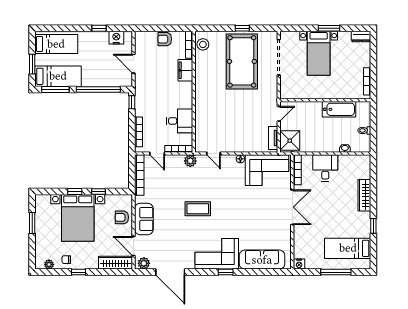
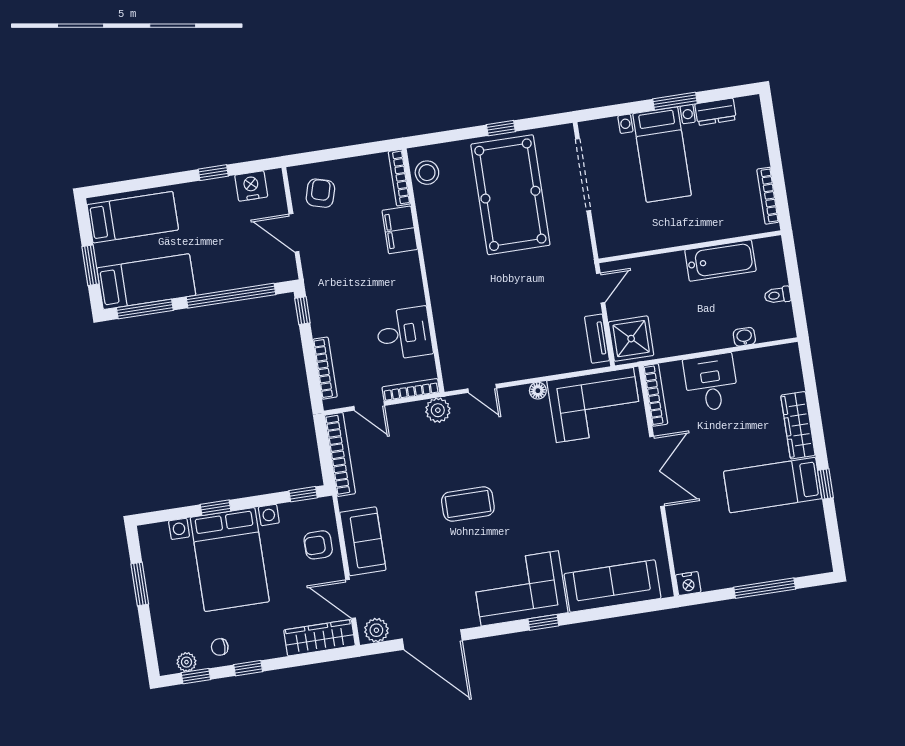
dresser: (361, 37) -> (715, 112), moved
armchair: (165, 39) -> (320, 193), moved, turned 106
window: (99, 192) -> (303, 494), moved
bed: (348, 248) -> (773, 485), moved
window: (52, 272) -> (196, 676), added

